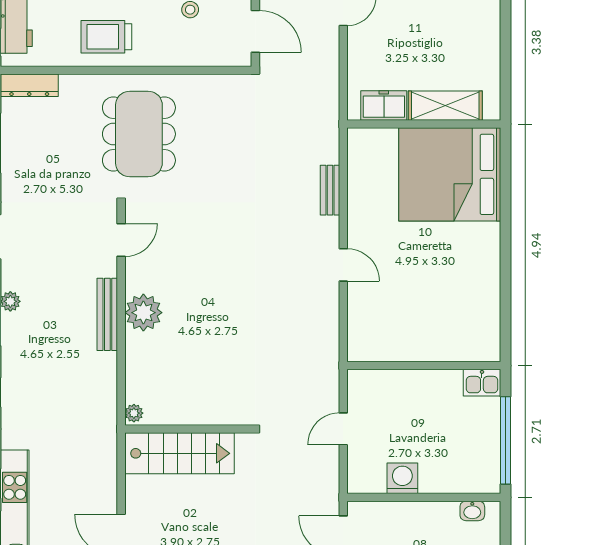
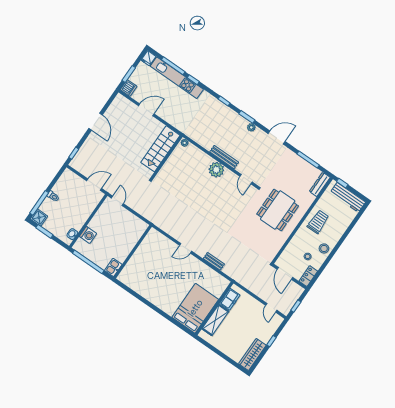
door: (255, 31) -> (285, 273), hinge flipped
dining table: (139, 134) -> (278, 210), turned 90
bed: (450, 174) -> (195, 308), width x0.73
door: (343, 429) -> (117, 201), moved
washing machine: (402, 478) -> (88, 235), moved

